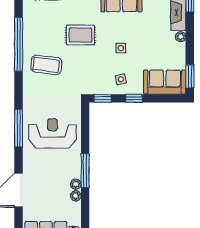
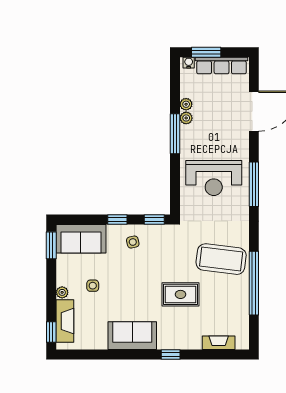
side table: (121, 48) -> (93, 286), moved
coffee table: (46, 65) -> (221, 259), width x1.36, depth x1.32

